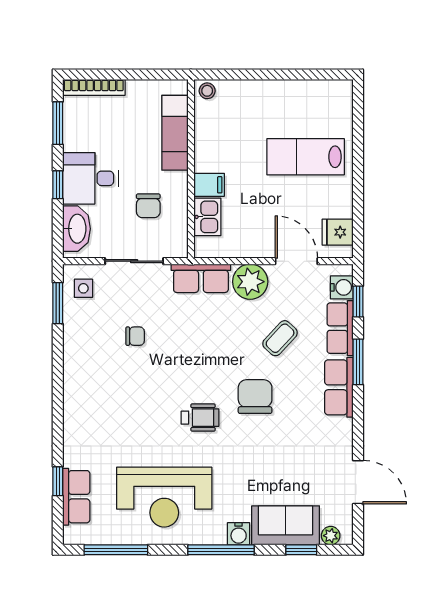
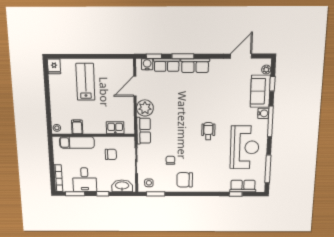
lab bench: (306, 157) -> (85, 82), turned 180
desk: (90, 178) -> (85, 180), moved
filing cabinet: (209, 185) -> (77, 127), moved
fridge: (338, 232) -> (54, 66), moved
coffee table: (280, 338) -> (171, 94), removed
chair: (255, 397) -> (185, 180), moved

